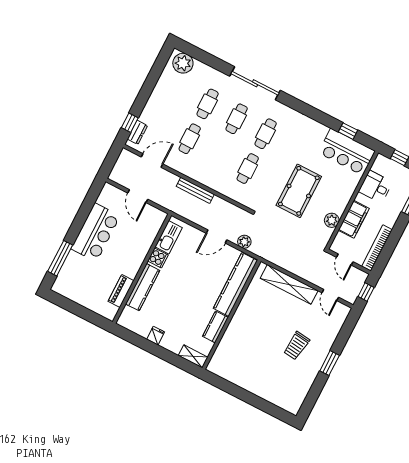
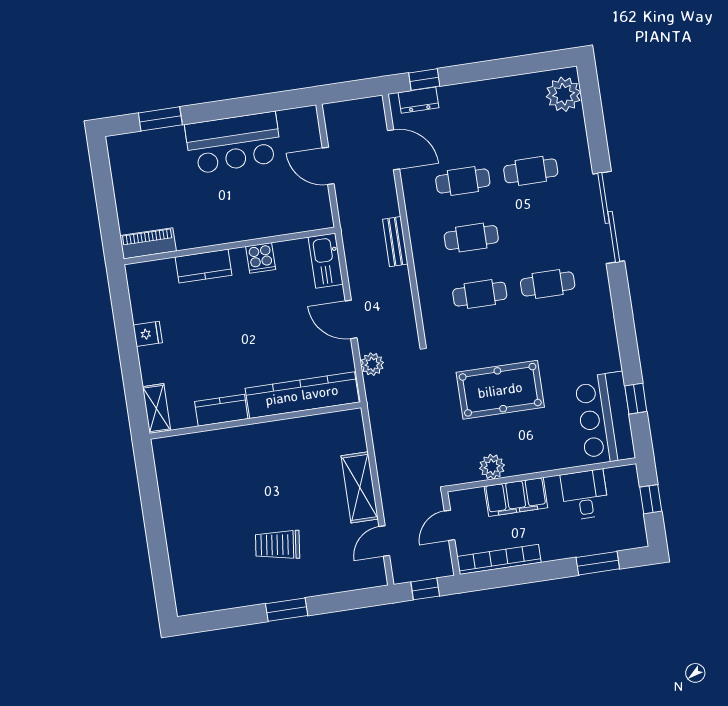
cafe table: (237, 119) -> (471, 238), moved
bench: (195, 190) -> (395, 242), width x0.73
door: (138, 196) -> (328, 166), hinge flipped
kitchen sink: (169, 237) -> (326, 261), moved, turned 90
window: (60, 258) -> (160, 119), width x0.69
shelving: (289, 284) -> (360, 487), width x0.68
kitchen counter: (143, 287) -> (203, 266), width x0.67
piano: (121, 291) -> (148, 243), moved

